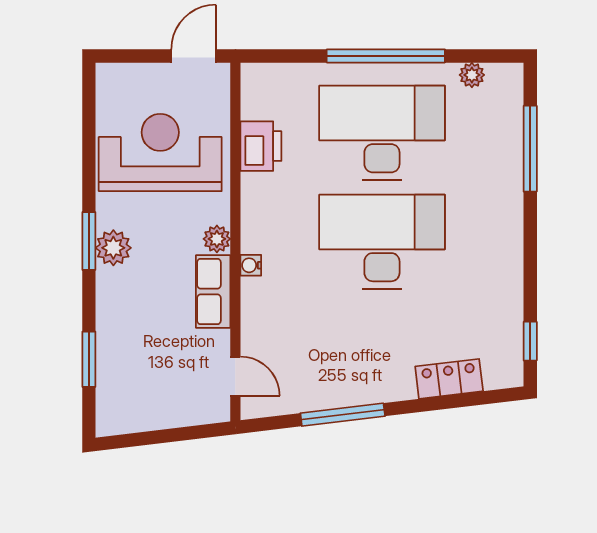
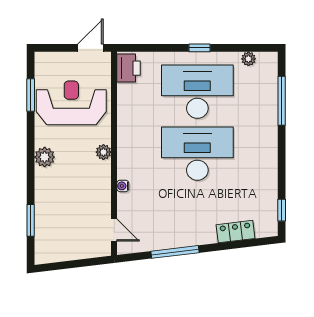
window: (386, 56) -> (200, 48), width x0.32
printer: (261, 146) -> (129, 68), moved
window: (89, 241) -> (31, 95), moved
water cooler: (251, 265) -> (123, 186), moved
row of seats: (213, 291) -> (101, 182), removed

